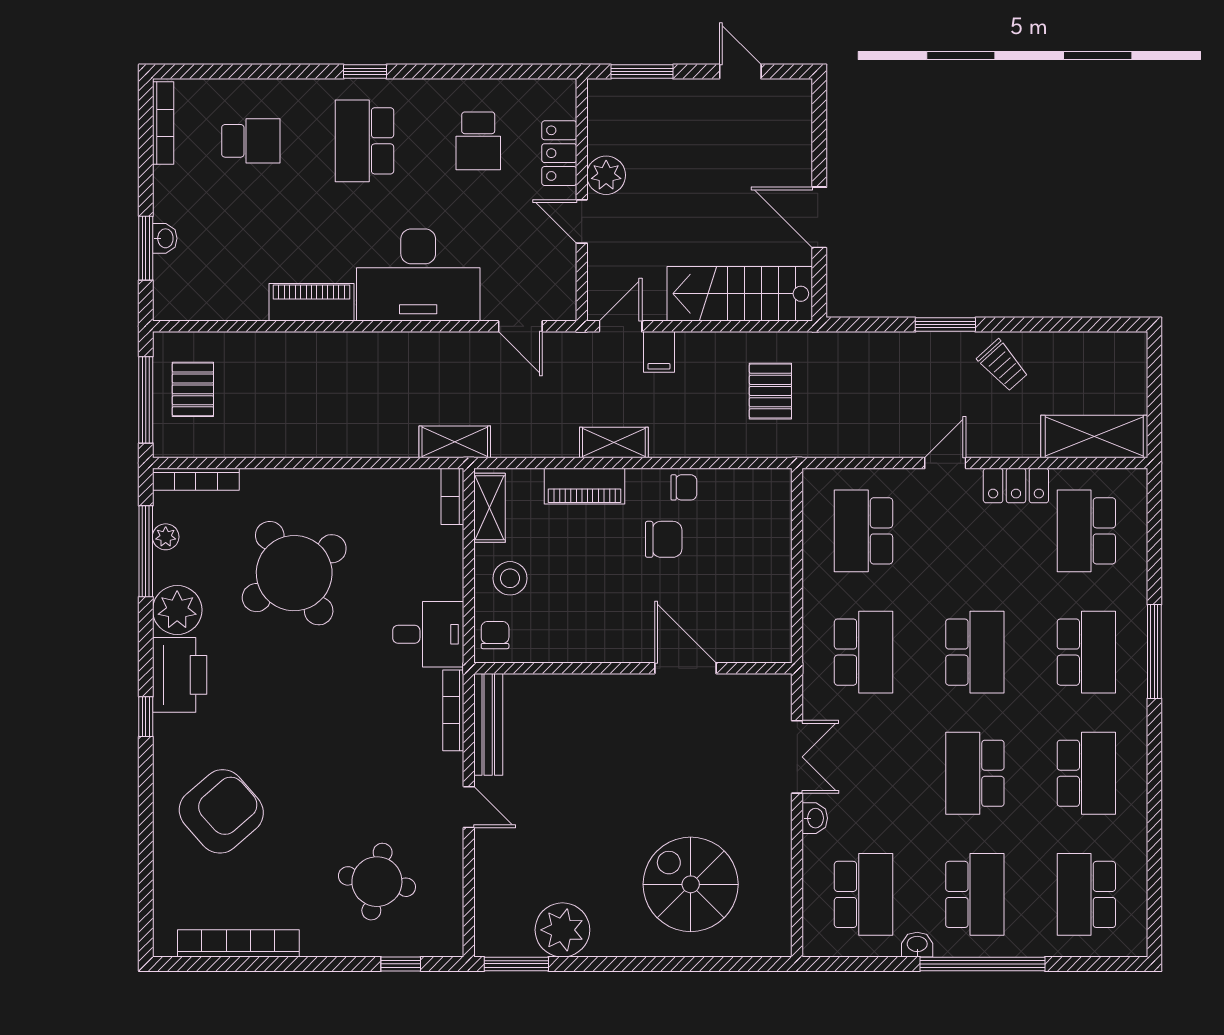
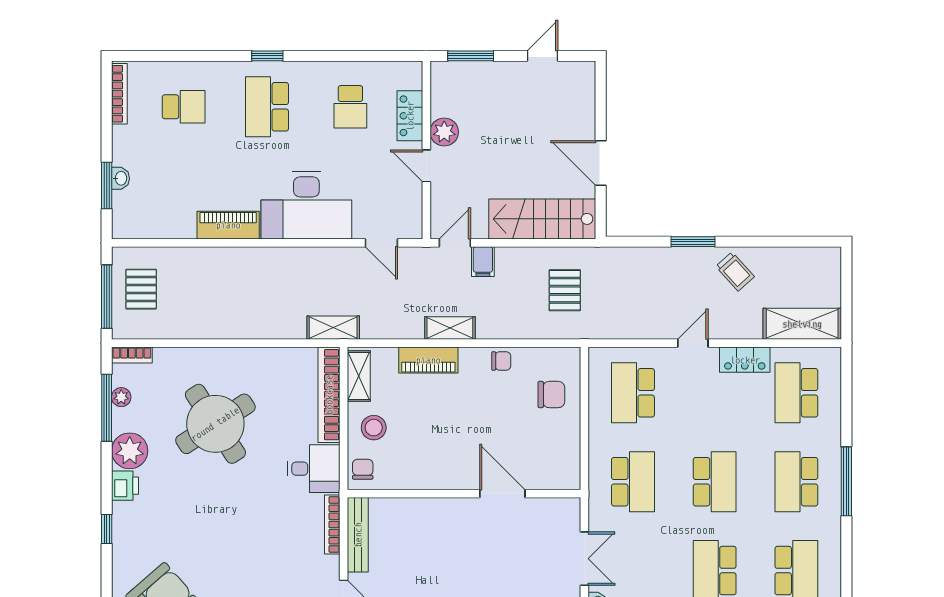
door: (740, 72) -> (543, 56), hinge flipped
bookcase: (196, 479) -> (132, 355), width x0.64
bookcase: (452, 496) -> (329, 395), width x2.31, depth x1.31
chair: (664, 539) -> (551, 395), moved
school desk: (1086, 652) -> (796, 482), turned 180
printer: (180, 675) -> (125, 486), width x0.53, depth x0.68

